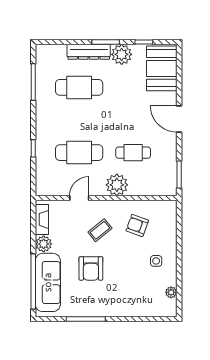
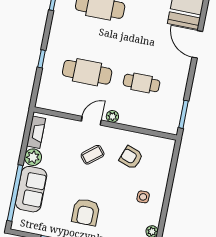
door: (179, 119) -> (197, 44), moved
plant: (117, 185) -> (112, 116), width x0.53, depth x0.53
door: (79, 198) -> (91, 121), moved
armchair: (91, 268) -> (86, 212), moved
sofa: (48, 282) -> (31, 189), width x0.73

